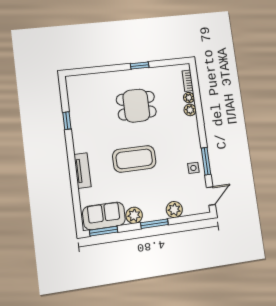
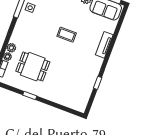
dining table: (136, 106) -> (33, 67), moved
coffee table: (134, 159) -> (67, 35), width x0.54, depth x0.58

